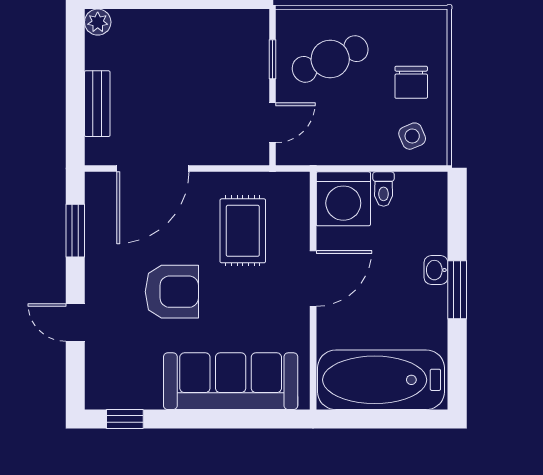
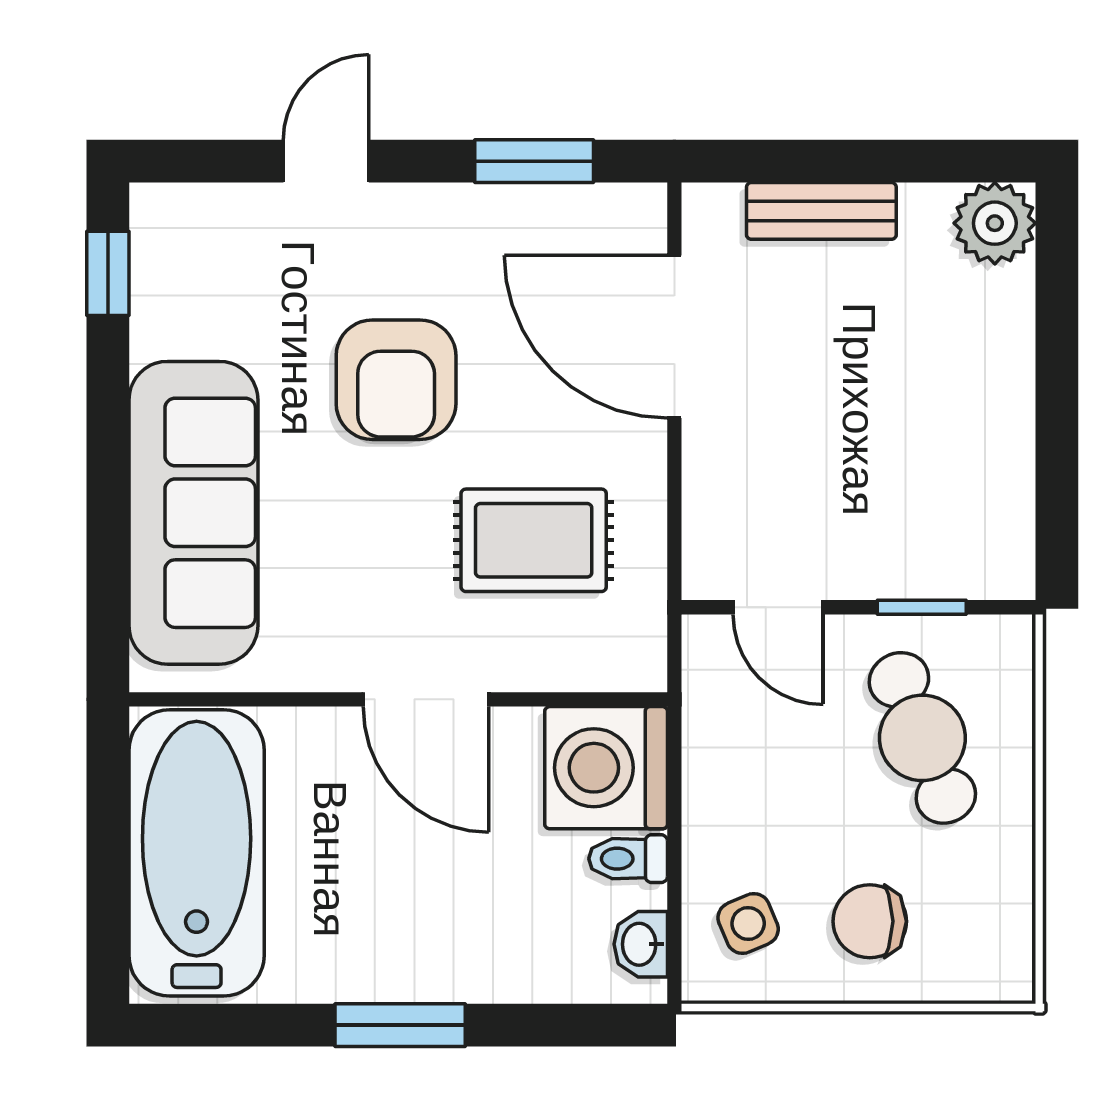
plant: (98, 22) -> (995, 223), width x1.38, depth x1.38
washbasin: (436, 270) -> (641, 944), moved, turned -90

